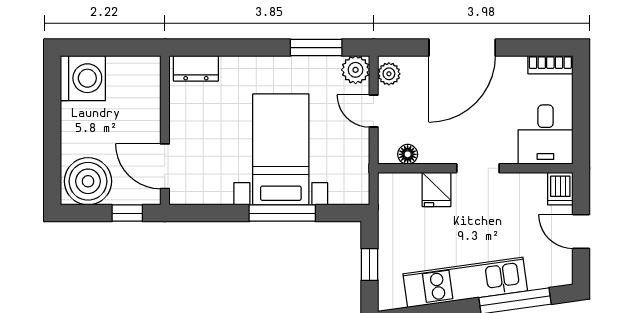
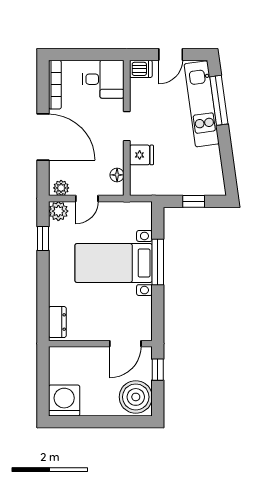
window: (316, 48) -> (43, 239), width x0.67
bookcase: (550, 65) -> (55, 85), width x1.56
kitchen unit: (465, 282) -> (202, 104), moved

